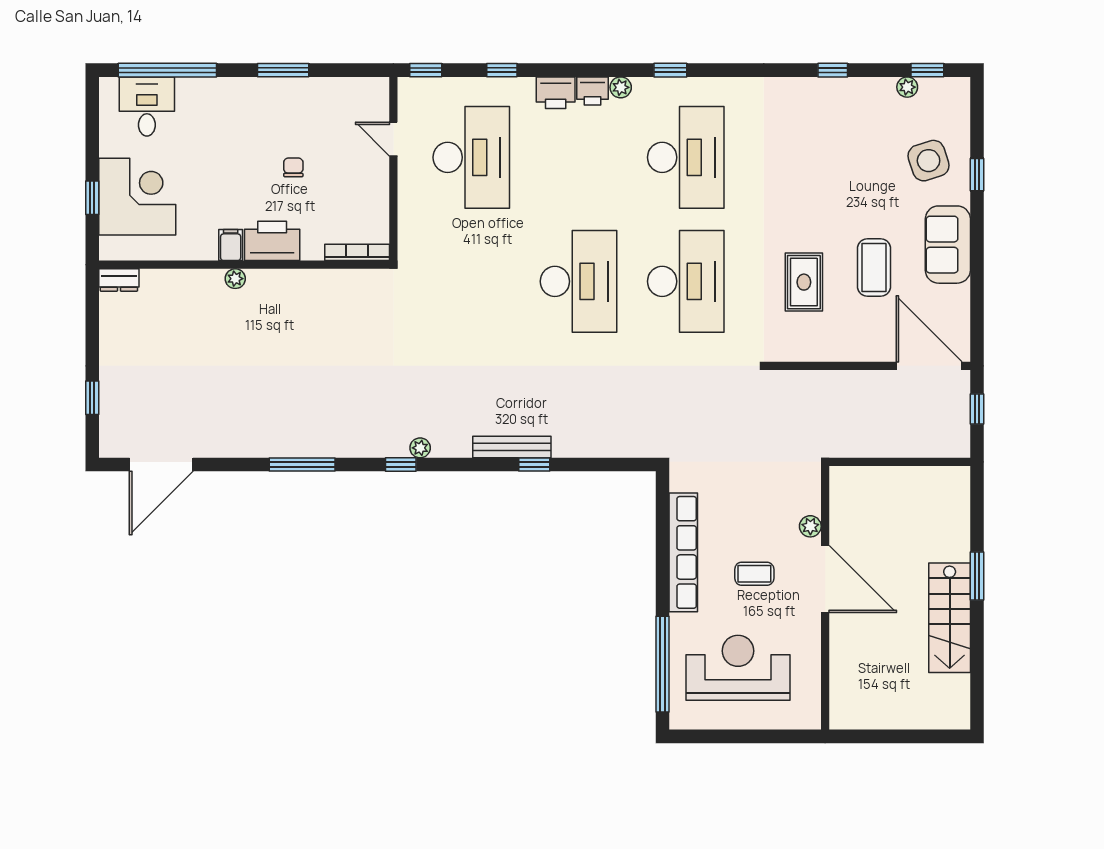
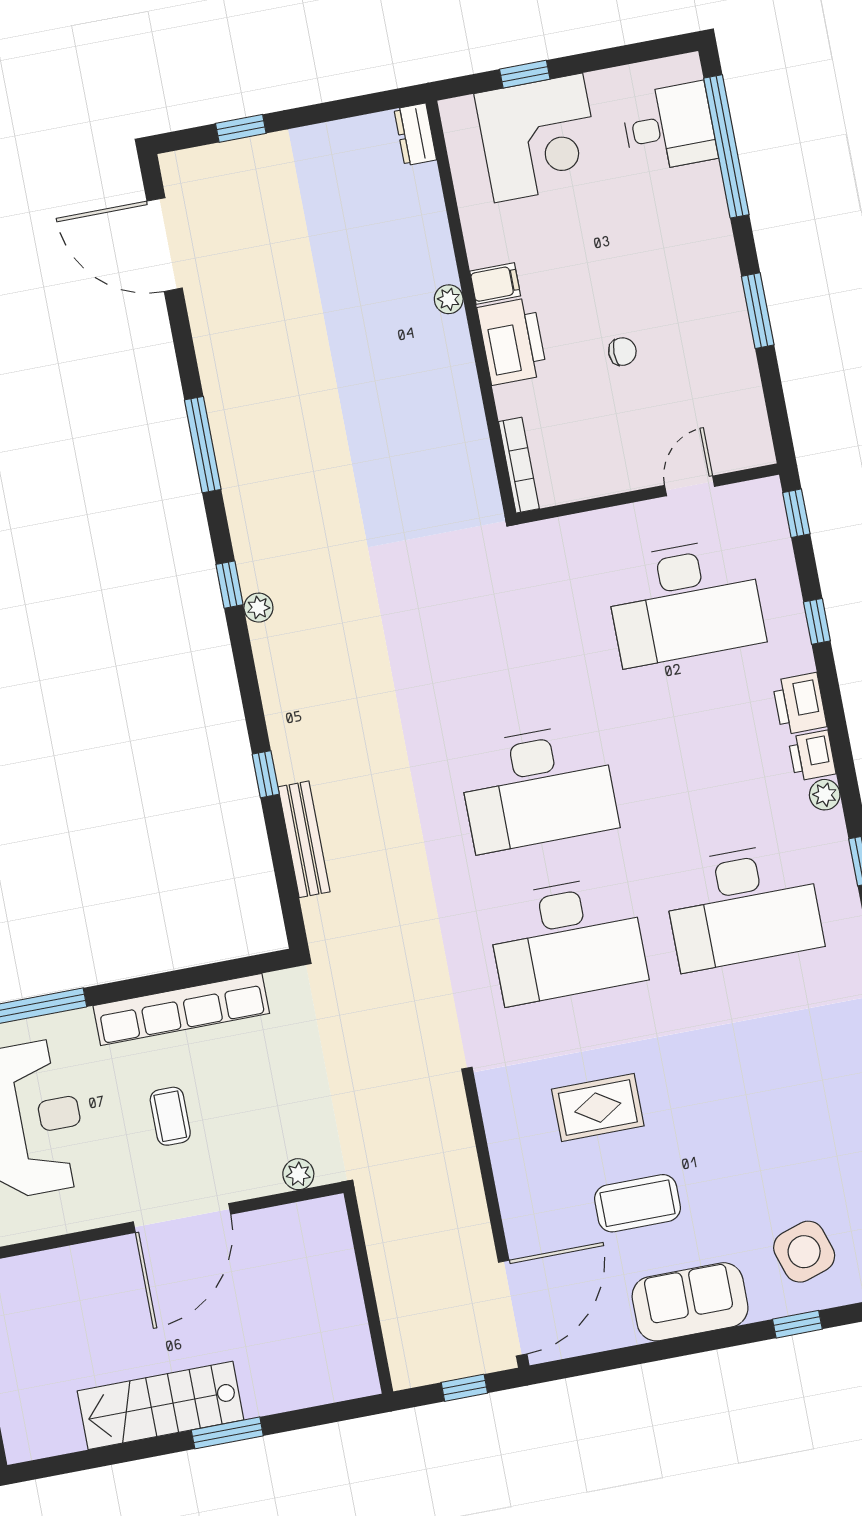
bench: (512, 447) -> (304, 839), moved
plant: (810, 526) -> (298, 1174), moved

